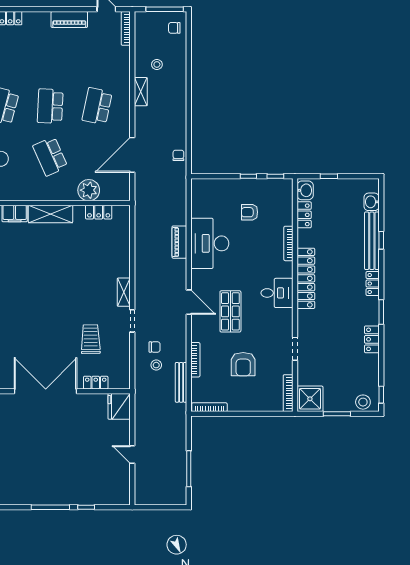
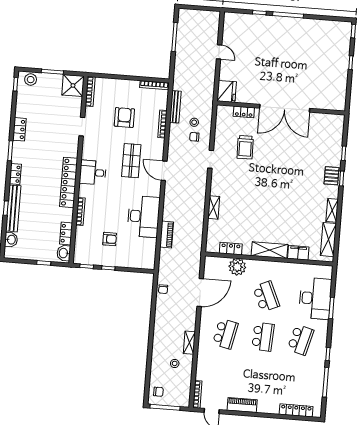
piano: (179, 242) -> (167, 235), moved
shelving: (124, 292) -> (214, 207), moved

